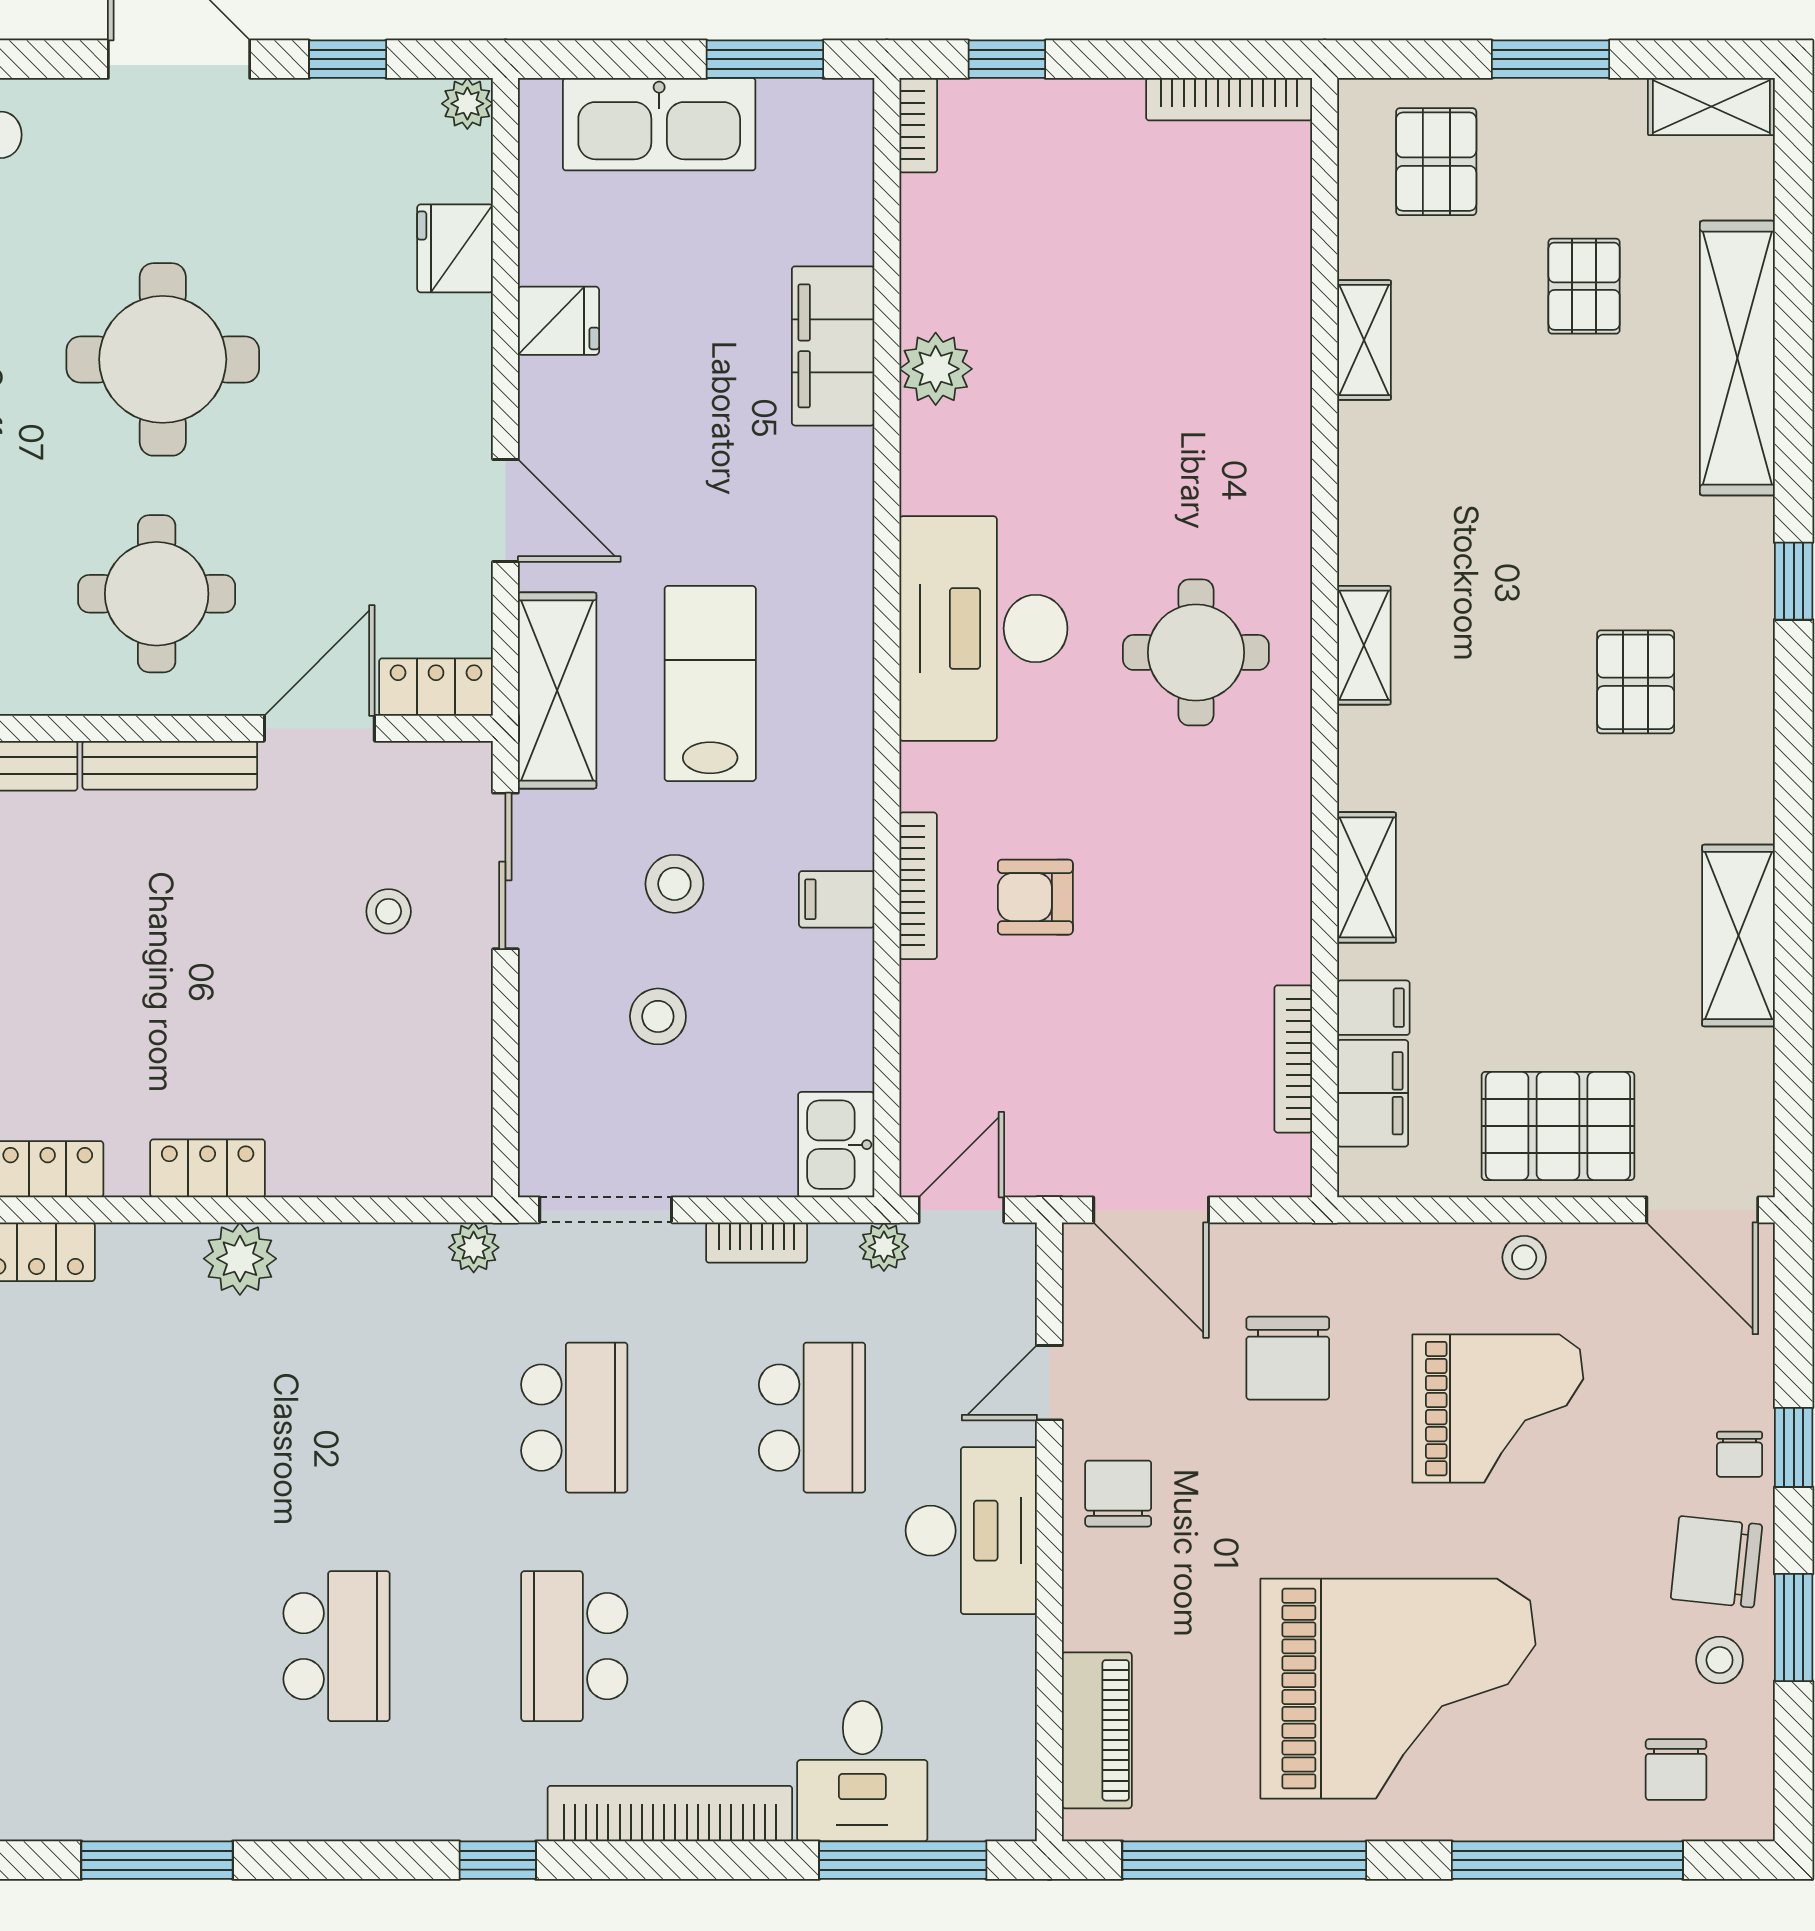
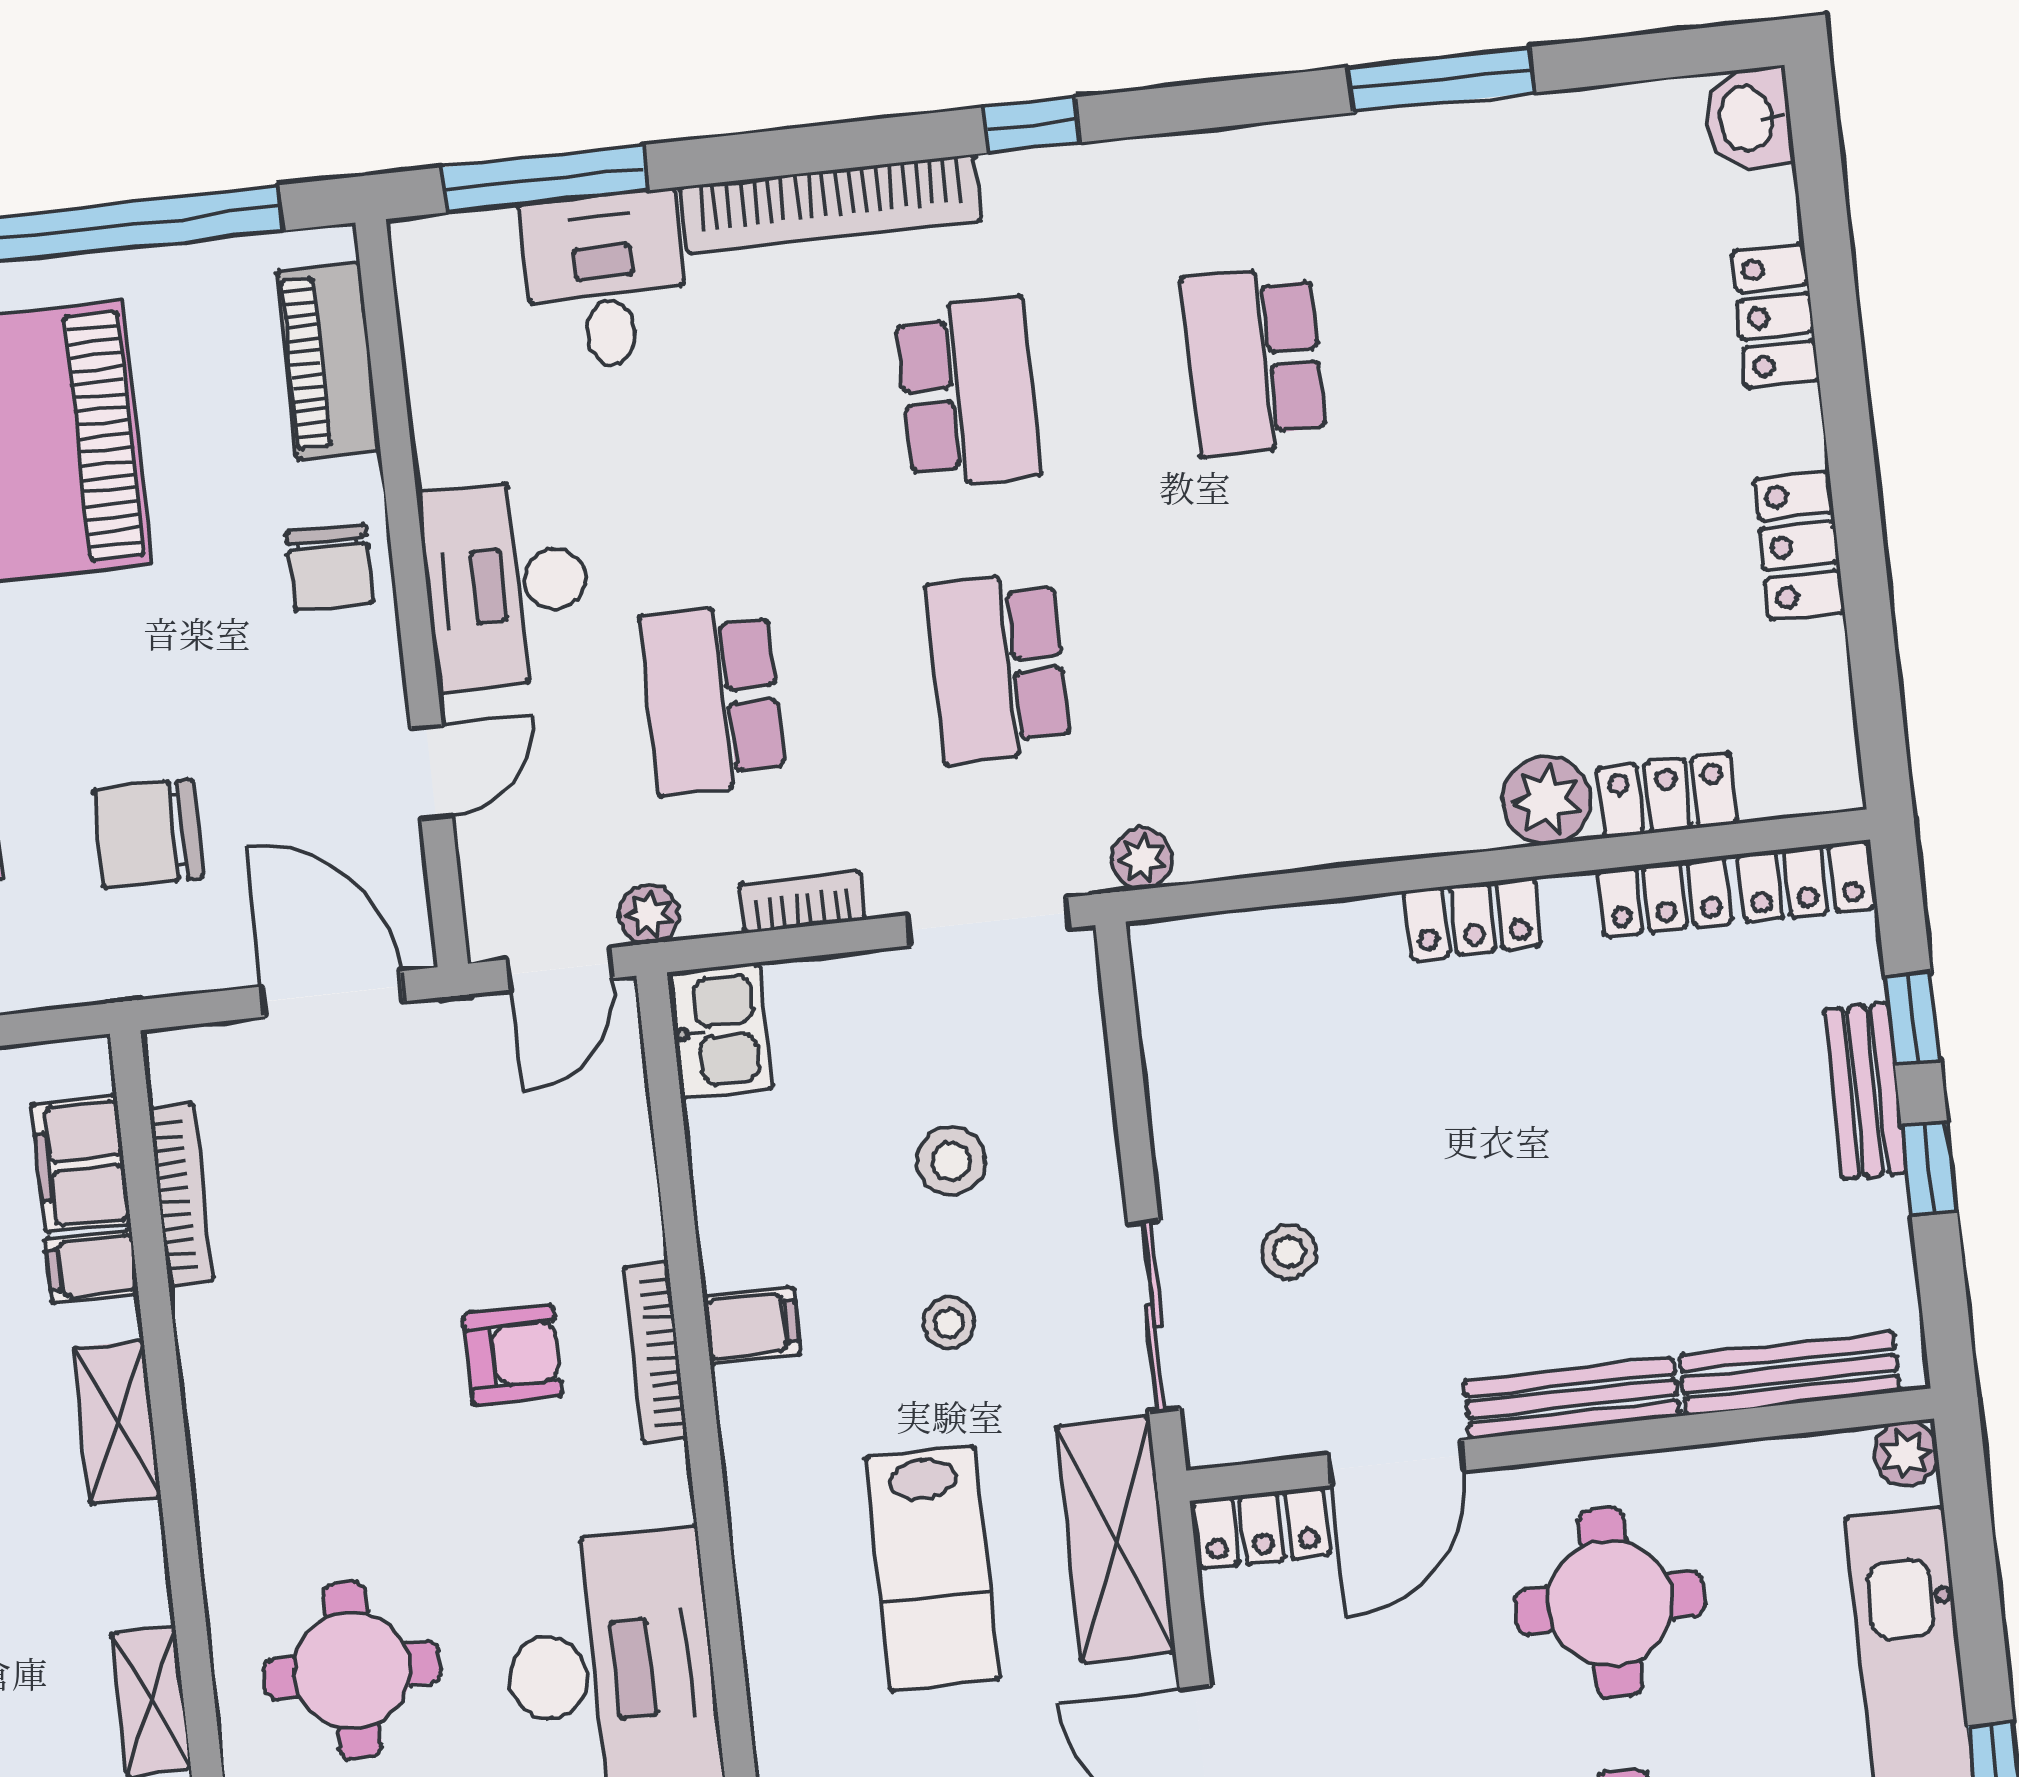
stool: (674, 884) -> (949, 1323), width x0.73, depth x0.73
plant: (240, 1259) -> (1546, 800), moved
chair: (1288, 1358) -> (148, 834), turned -90
chair: (1118, 1494) -> (329, 567), moved

